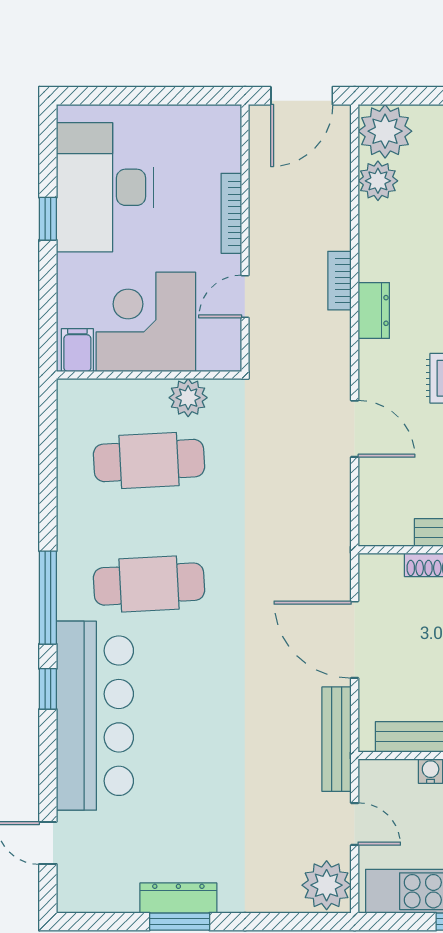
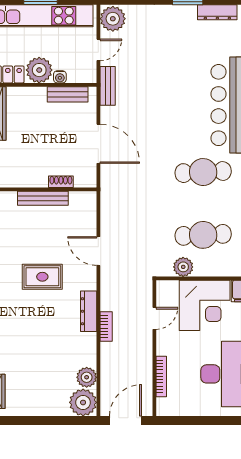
bookcase: (231, 213) -> (161, 376), moved
dresser: (374, 310) -> (89, 311), width x1.44
bench: (337, 739) -> (108, 86), width x0.73
door: (355, 824) -> (98, 50), swing flipped
dresser: (178, 898) -> (217, 12), moved

